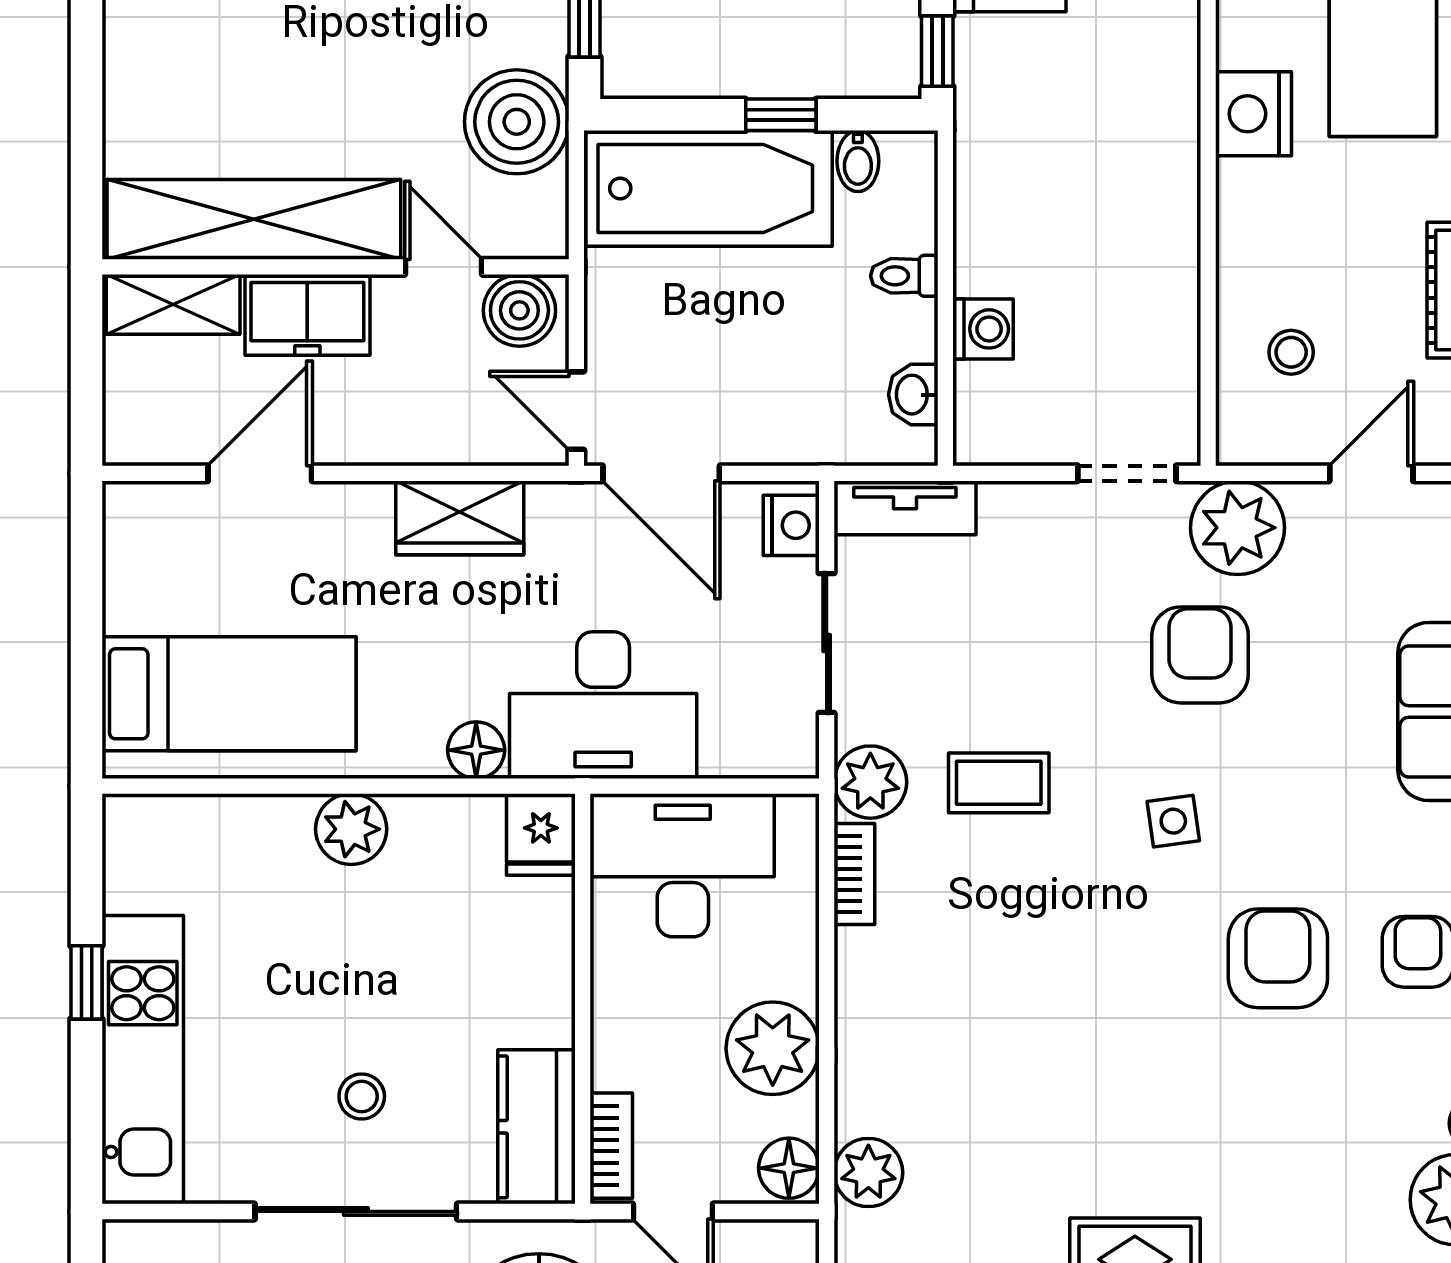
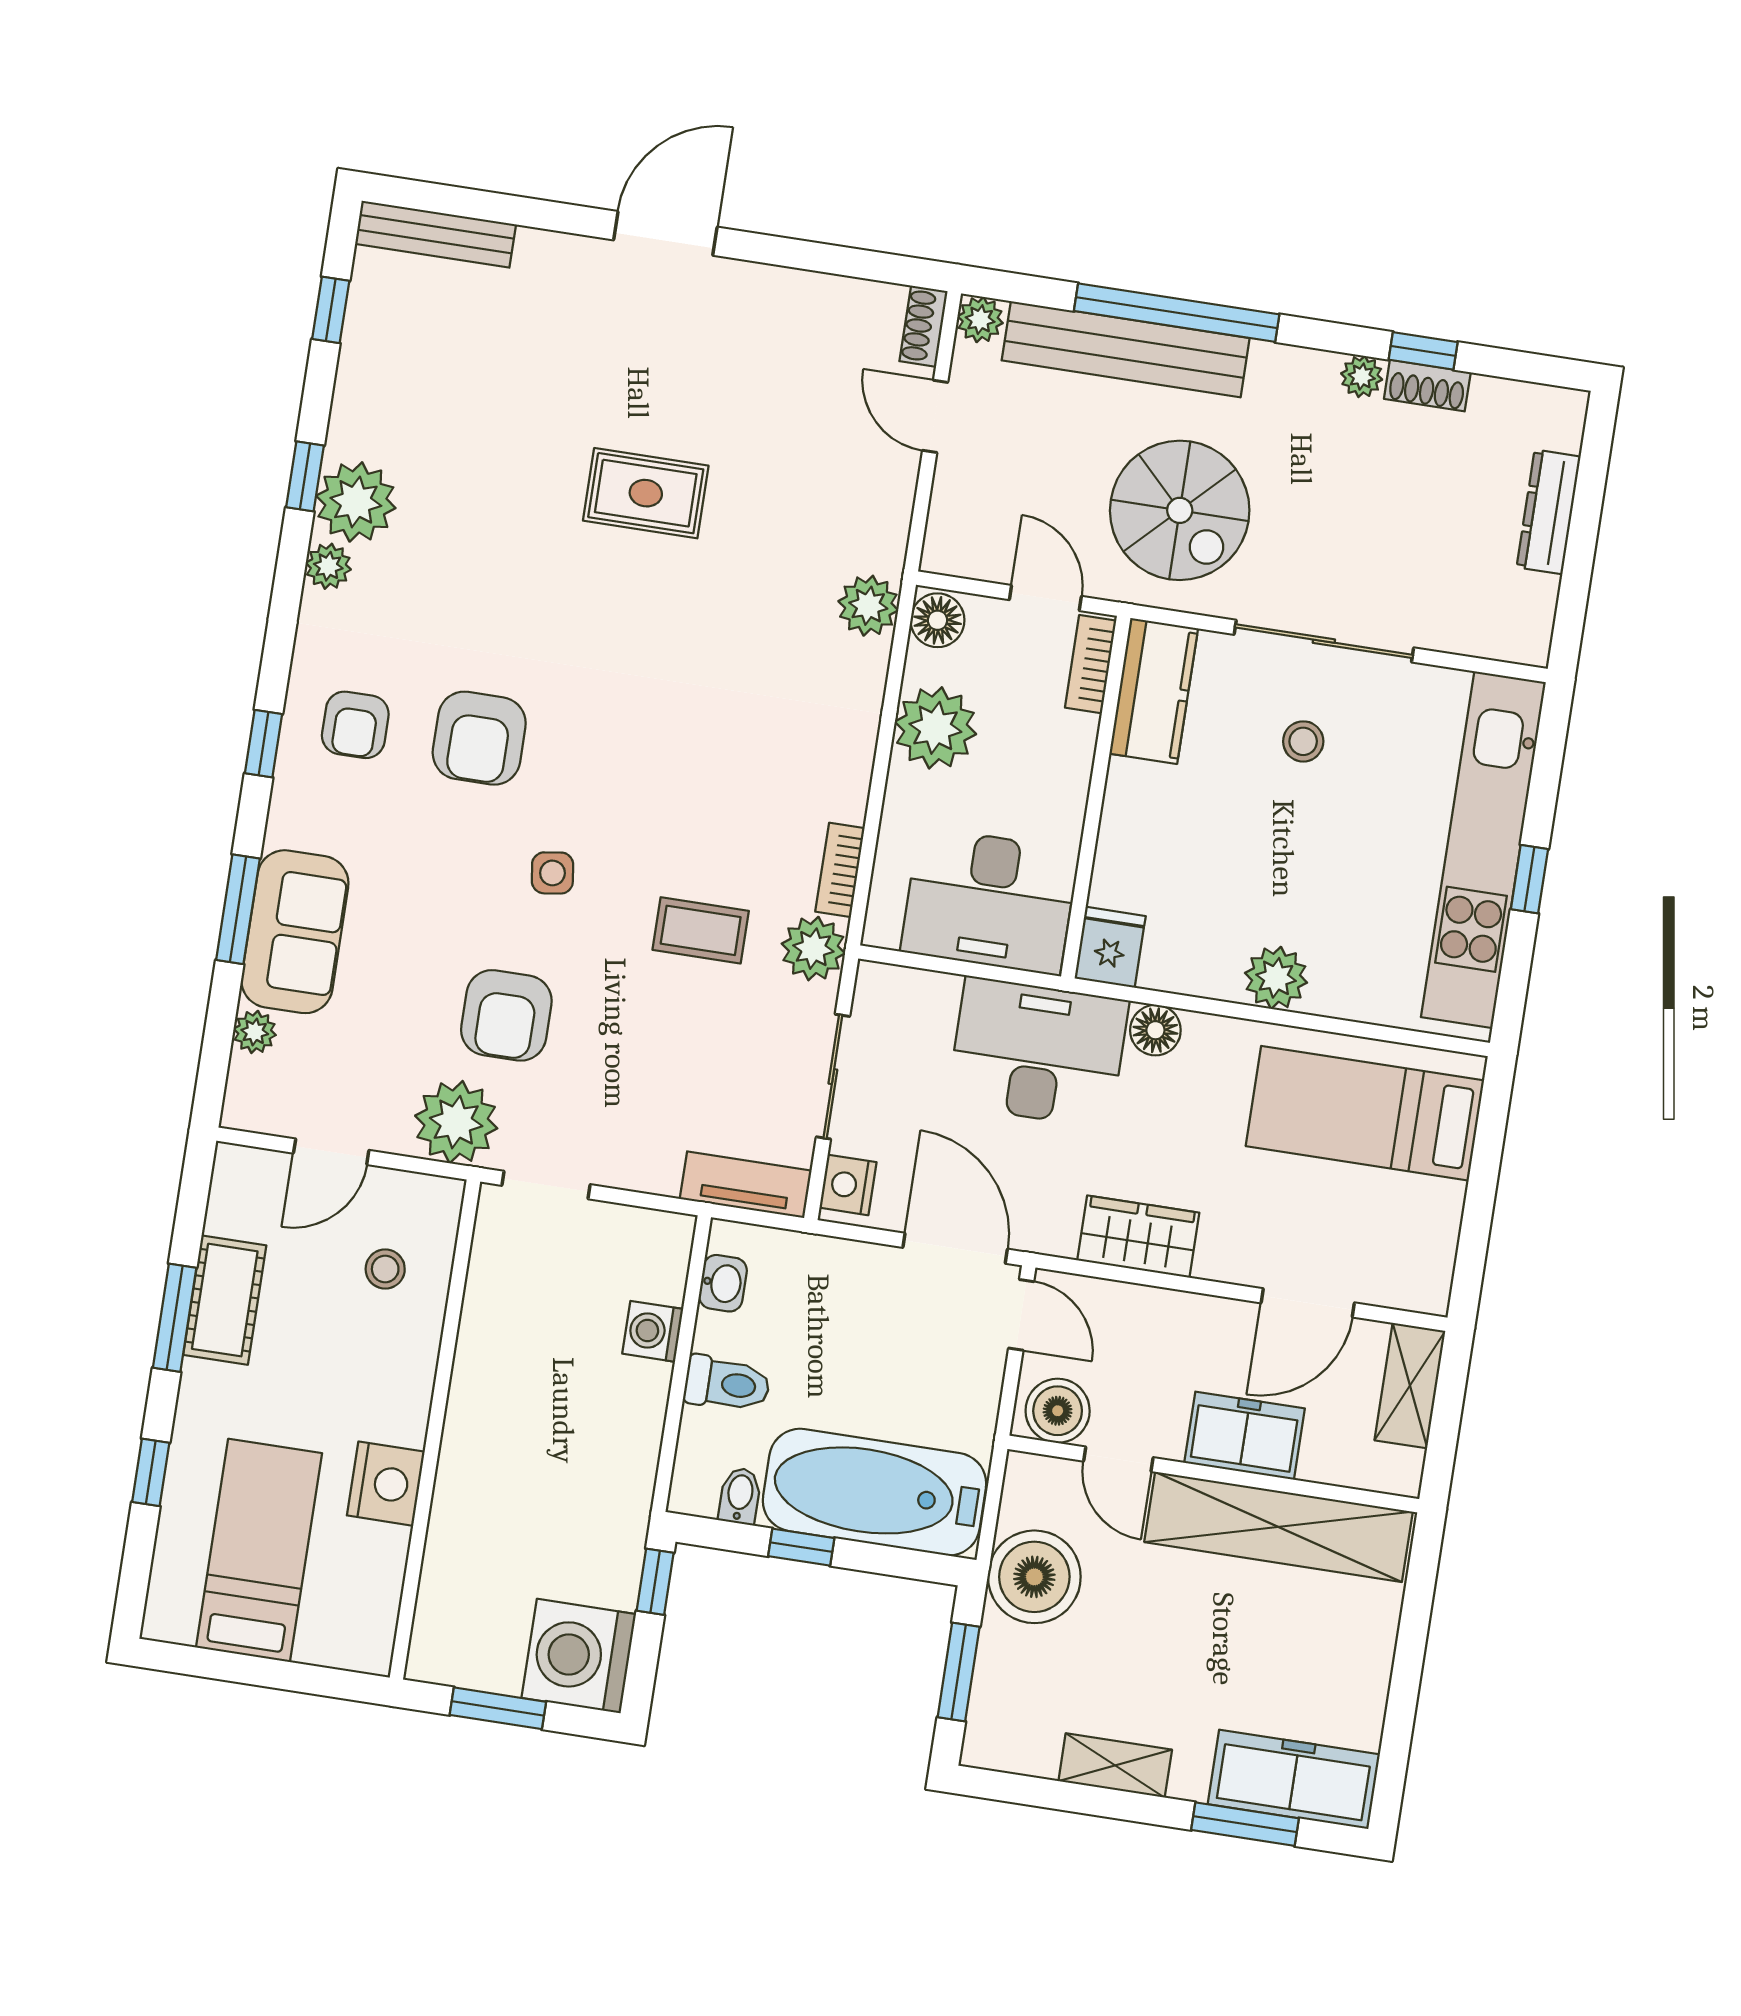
toilet: (904, 276) -> (727, 1384), width x1.37, depth x1.39
shelving: (173, 304) -> (1410, 1386), moved, turned 90
kitchen unit: (143, 1060) -> (1483, 850), width x1.36

